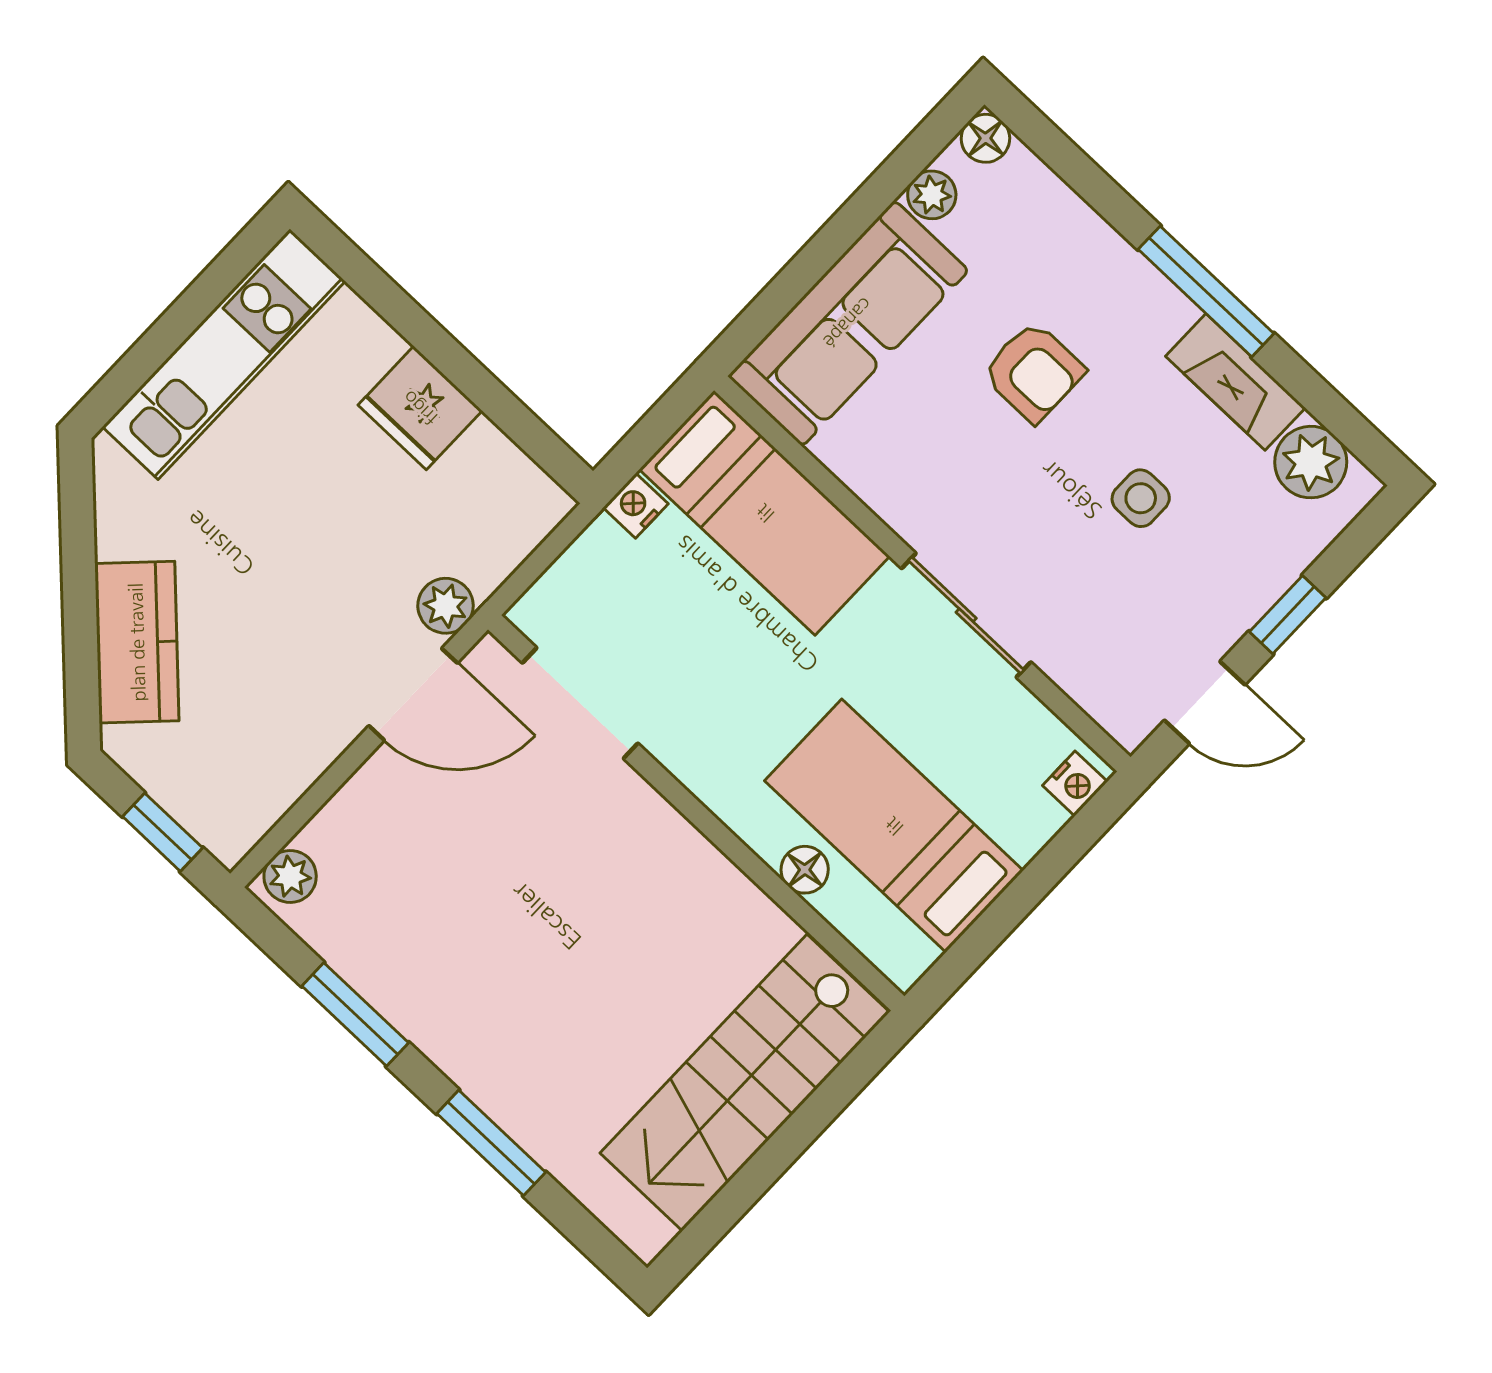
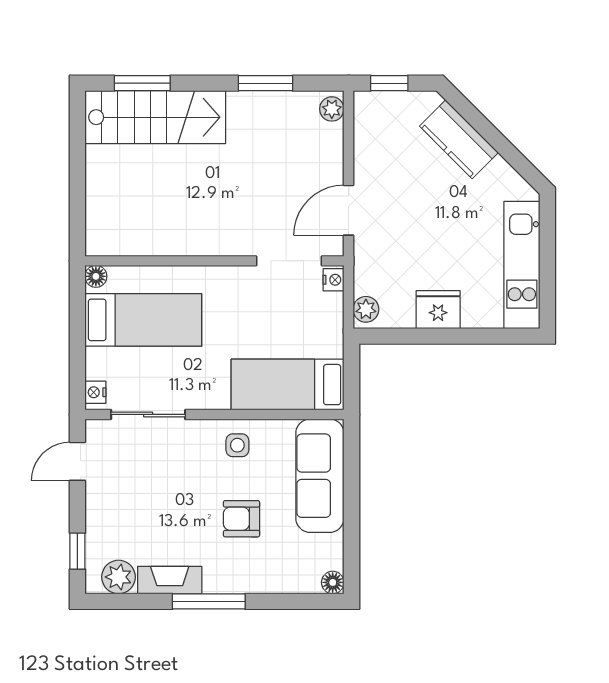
plant: (932, 195) -> (333, 546), removed
side table: (1141, 498) -> (237, 445), moved
nightstand: (636, 506) -> (334, 280), moved
plant: (446, 606) -> (366, 309), moved
sliding door: (966, 615) -> (148, 414), moved
window: (1288, 615) -> (77, 551), moved
floor lamp: (805, 870) -> (96, 276), moved
stairs: (745, 1083) -> (155, 117), moved, turned 90
window: (491, 1143) -> (142, 83), moved

